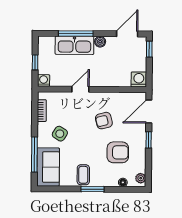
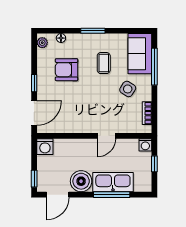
boiler: (100, 42) -> (81, 181), width x1.86, depth x1.86
armchair: (104, 121) -> (81, 103), removed
coffee table: (83, 175) -> (104, 63), moved

